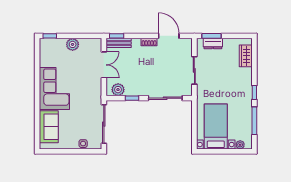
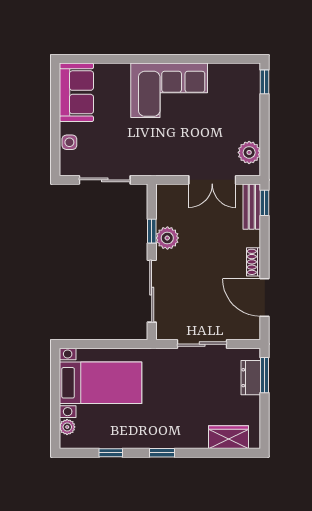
door: (169, 36) -> (265, 297), swing flipped
plant: (73, 44) -> (249, 152), moved
plant: (118, 90) -> (167, 238), moved
window: (254, 121) -> (111, 453), width x0.46
sliding door: (104, 124) -> (105, 180), width x0.73
sofa: (49, 127) -> (76, 92), moved, turned -90

